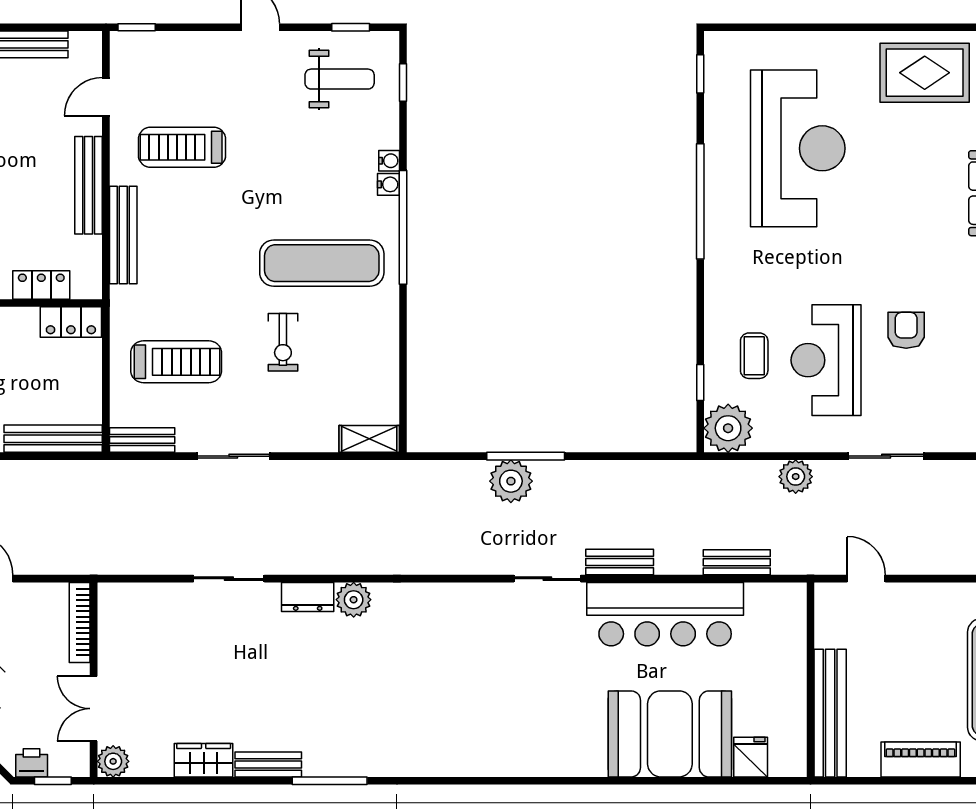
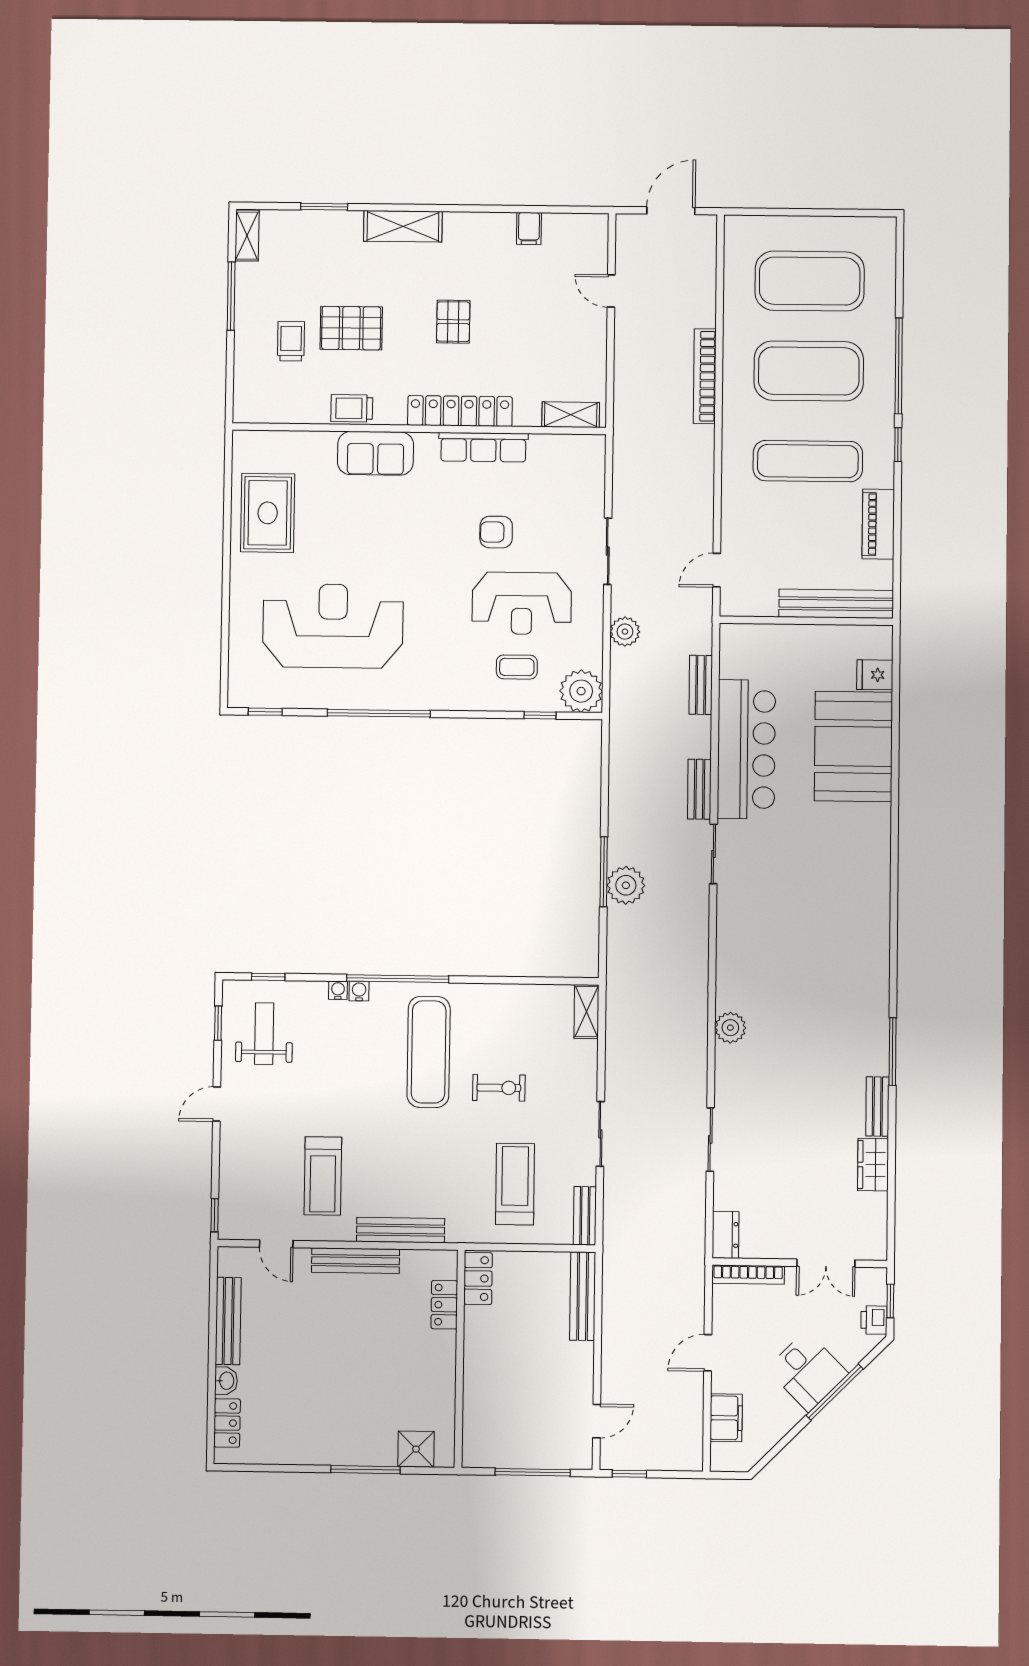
dresser: (308, 597) -> (726, 1235), moved
plant: (113, 761) -> (873, 1246), removed

